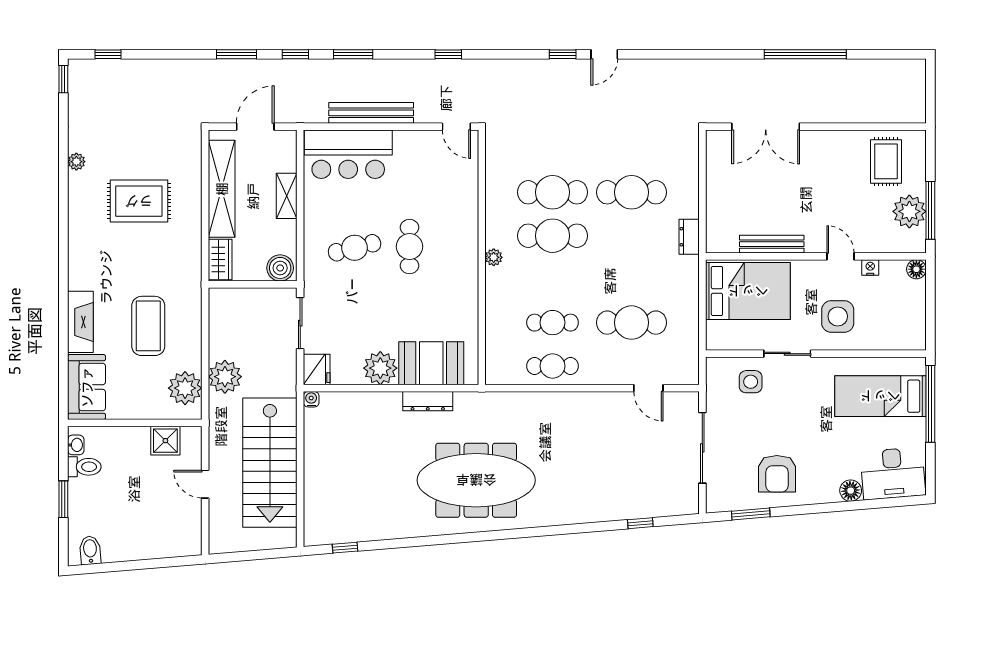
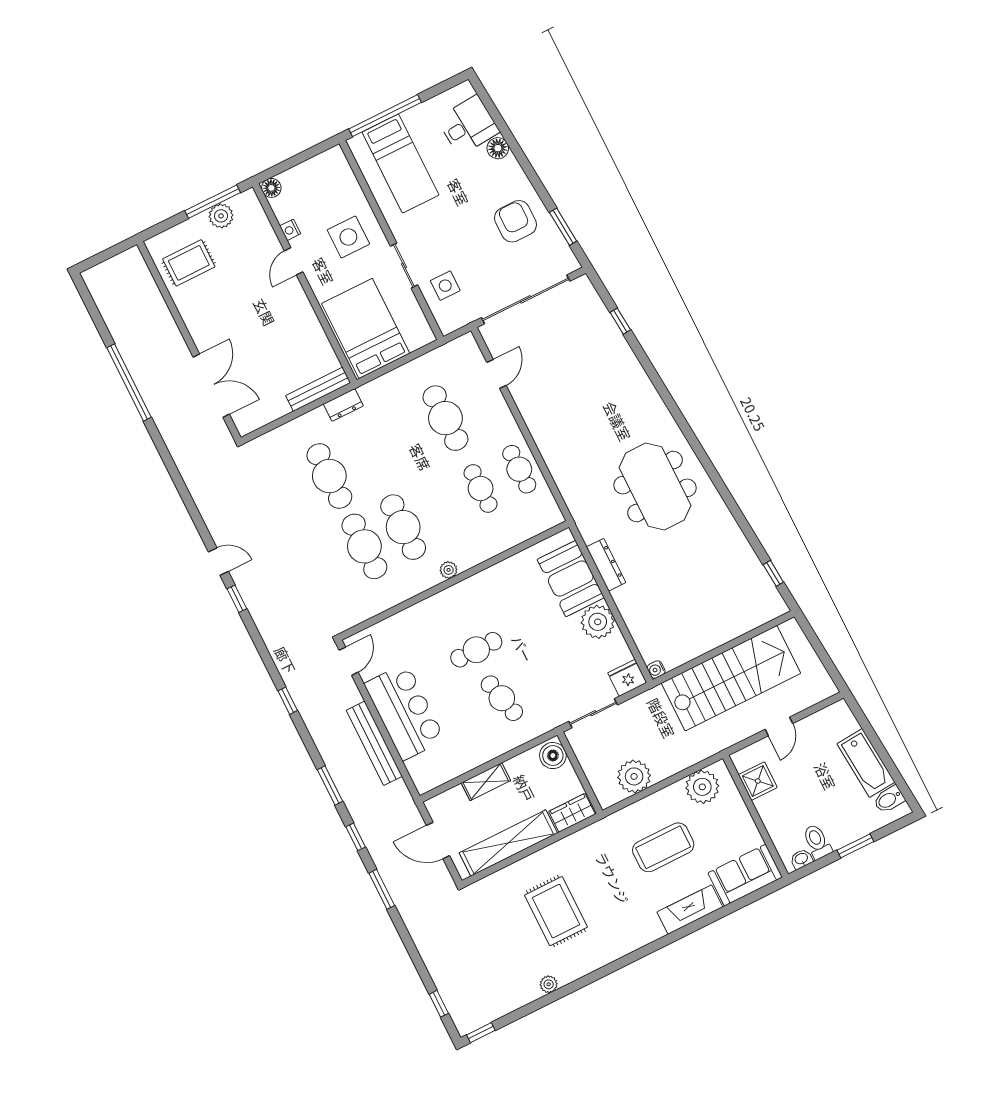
bar counter: (348, 154) -> (405, 712), moved
plant: (909, 211) -> (221, 216), width x0.73, depth x0.73
bench: (772, 244) -> (318, 389), moved, turned 90
plant: (225, 377) -> (634, 776), moved
sliding door: (702, 448) -> (526, 299), width x1.36
desk: (893, 473) -> (468, 125), width x0.73
armchair: (777, 474) -> (515, 221), turned -90
meeting table: (476, 480) -> (655, 486), width x0.73
bathtub: (133, 546) -> (866, 763), added

